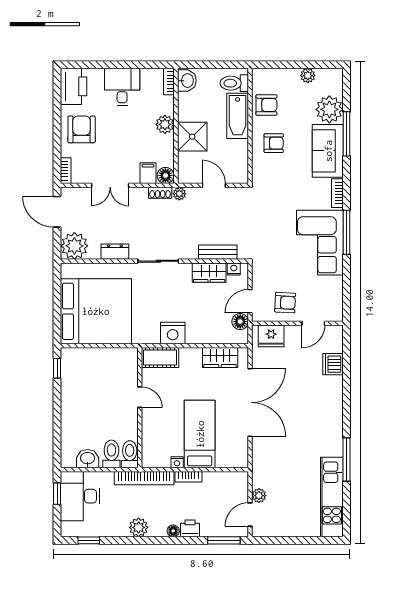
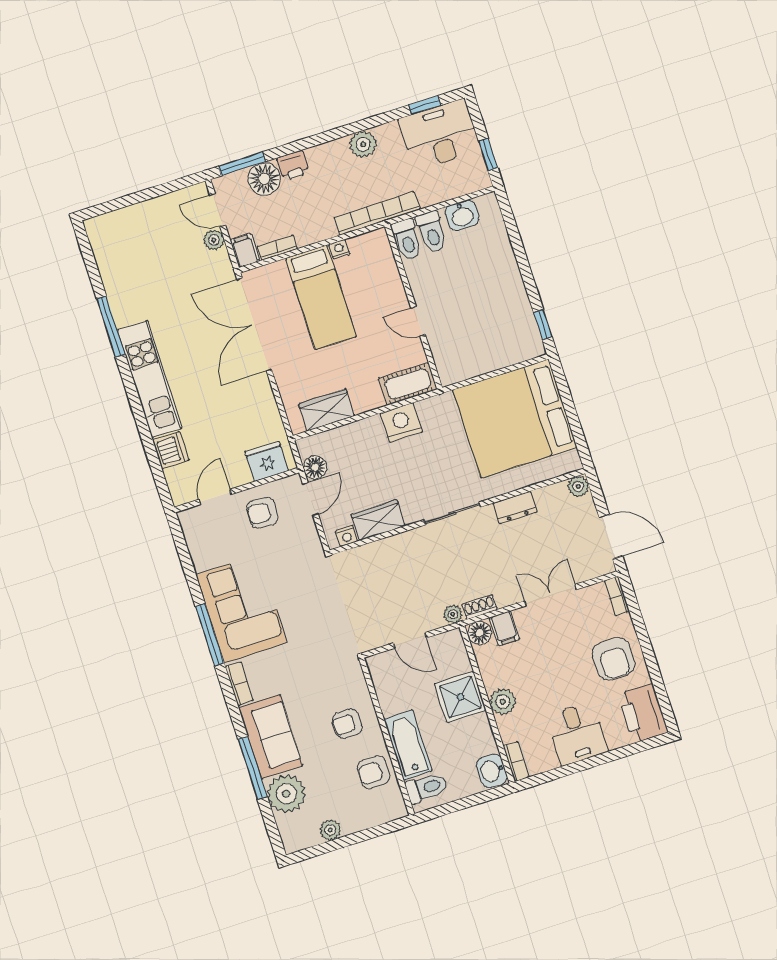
plant: (74, 246) -> (578, 486), width x0.53, depth x0.53
bench: (218, 252) -> (376, 552), removed
double door: (250, 402) -> (254, 325), moved
bookcase: (188, 477) -> (277, 248), moved
filing cabinet: (241, 482) -> (245, 251), added
desk: (80, 496) -> (440, 135), moved, turned -90
kitchen unit: (332, 497) -> (150, 379), moved
door: (250, 514) -> (218, 210), swing flipped
floor lamp: (173, 531) -> (264, 179), moved, width x1.89, depth x1.89

